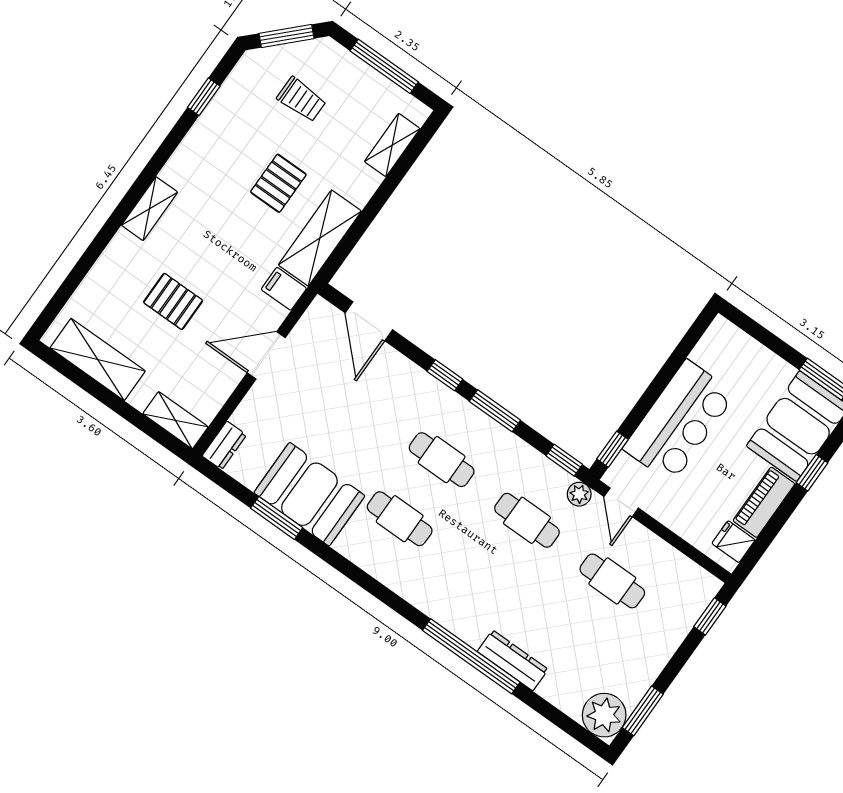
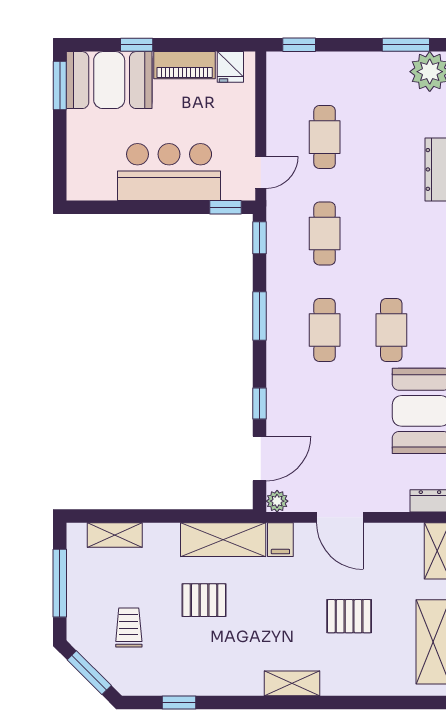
pallet: (173, 301) -> (349, 616), turned 90
window: (445, 375) -> (259, 404), moved
plant: (579, 494) -> (277, 501), moved

